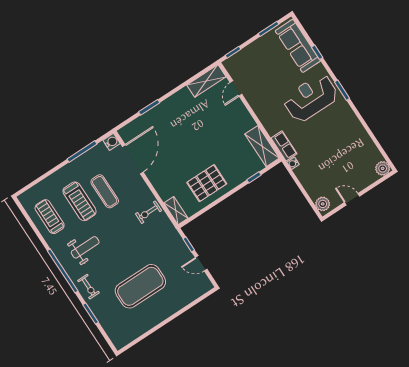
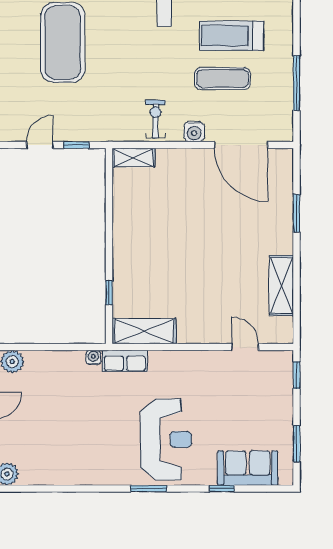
sofa: (298, 46) -> (248, 468), width x0.73
shelving: (206, 81) -> (281, 285), moved
water cooler: (112, 142) -> (194, 132), moved
pallet: (207, 183) -> (143, 224), removed

